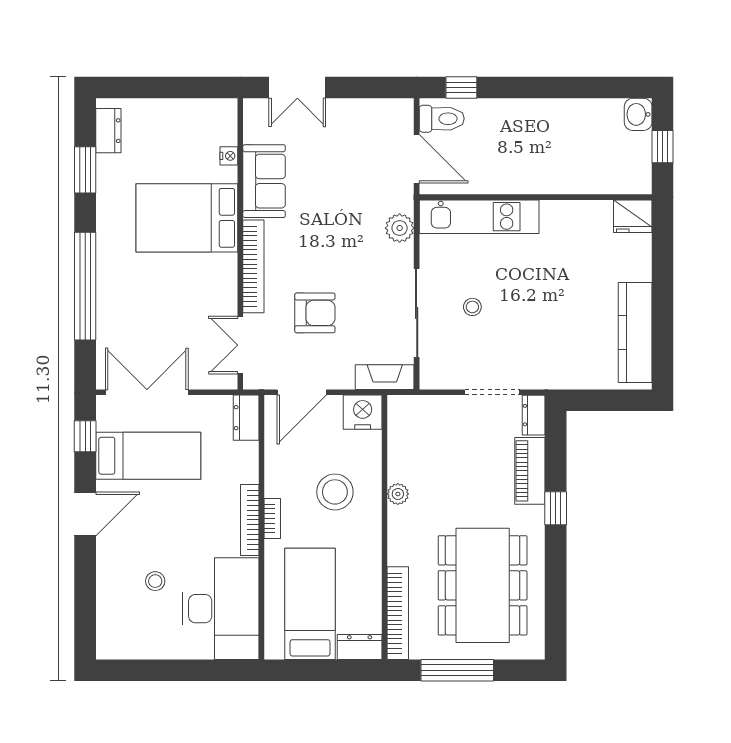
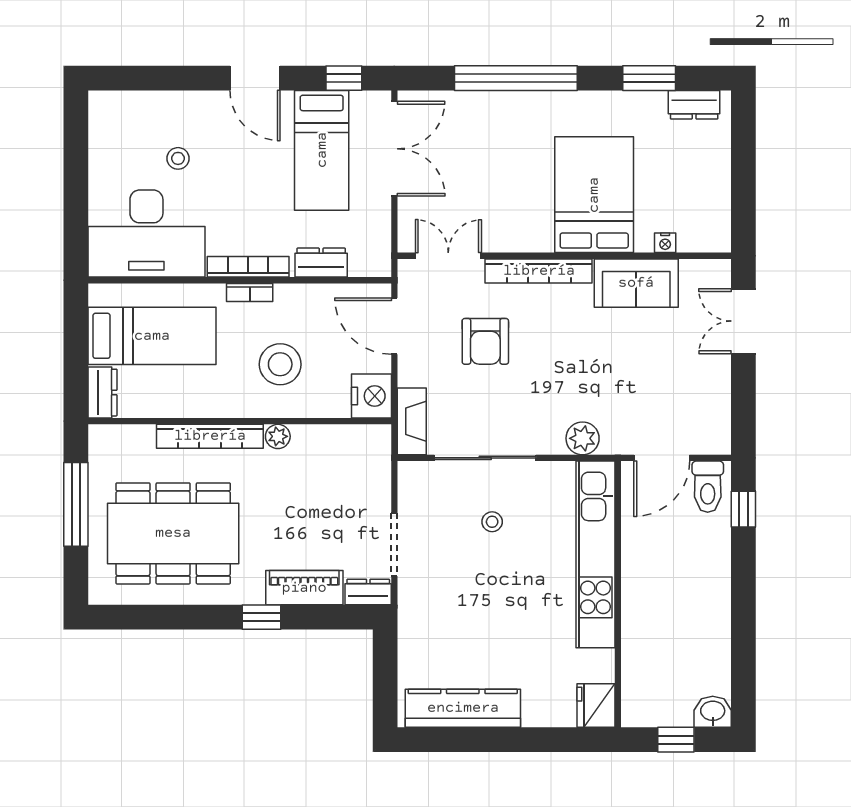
kitchen unit: (479, 217) -> (596, 554), width x1.36
dresser: (246, 418) -> (321, 263), moved
bookcase: (398, 613) -> (210, 436), moved

